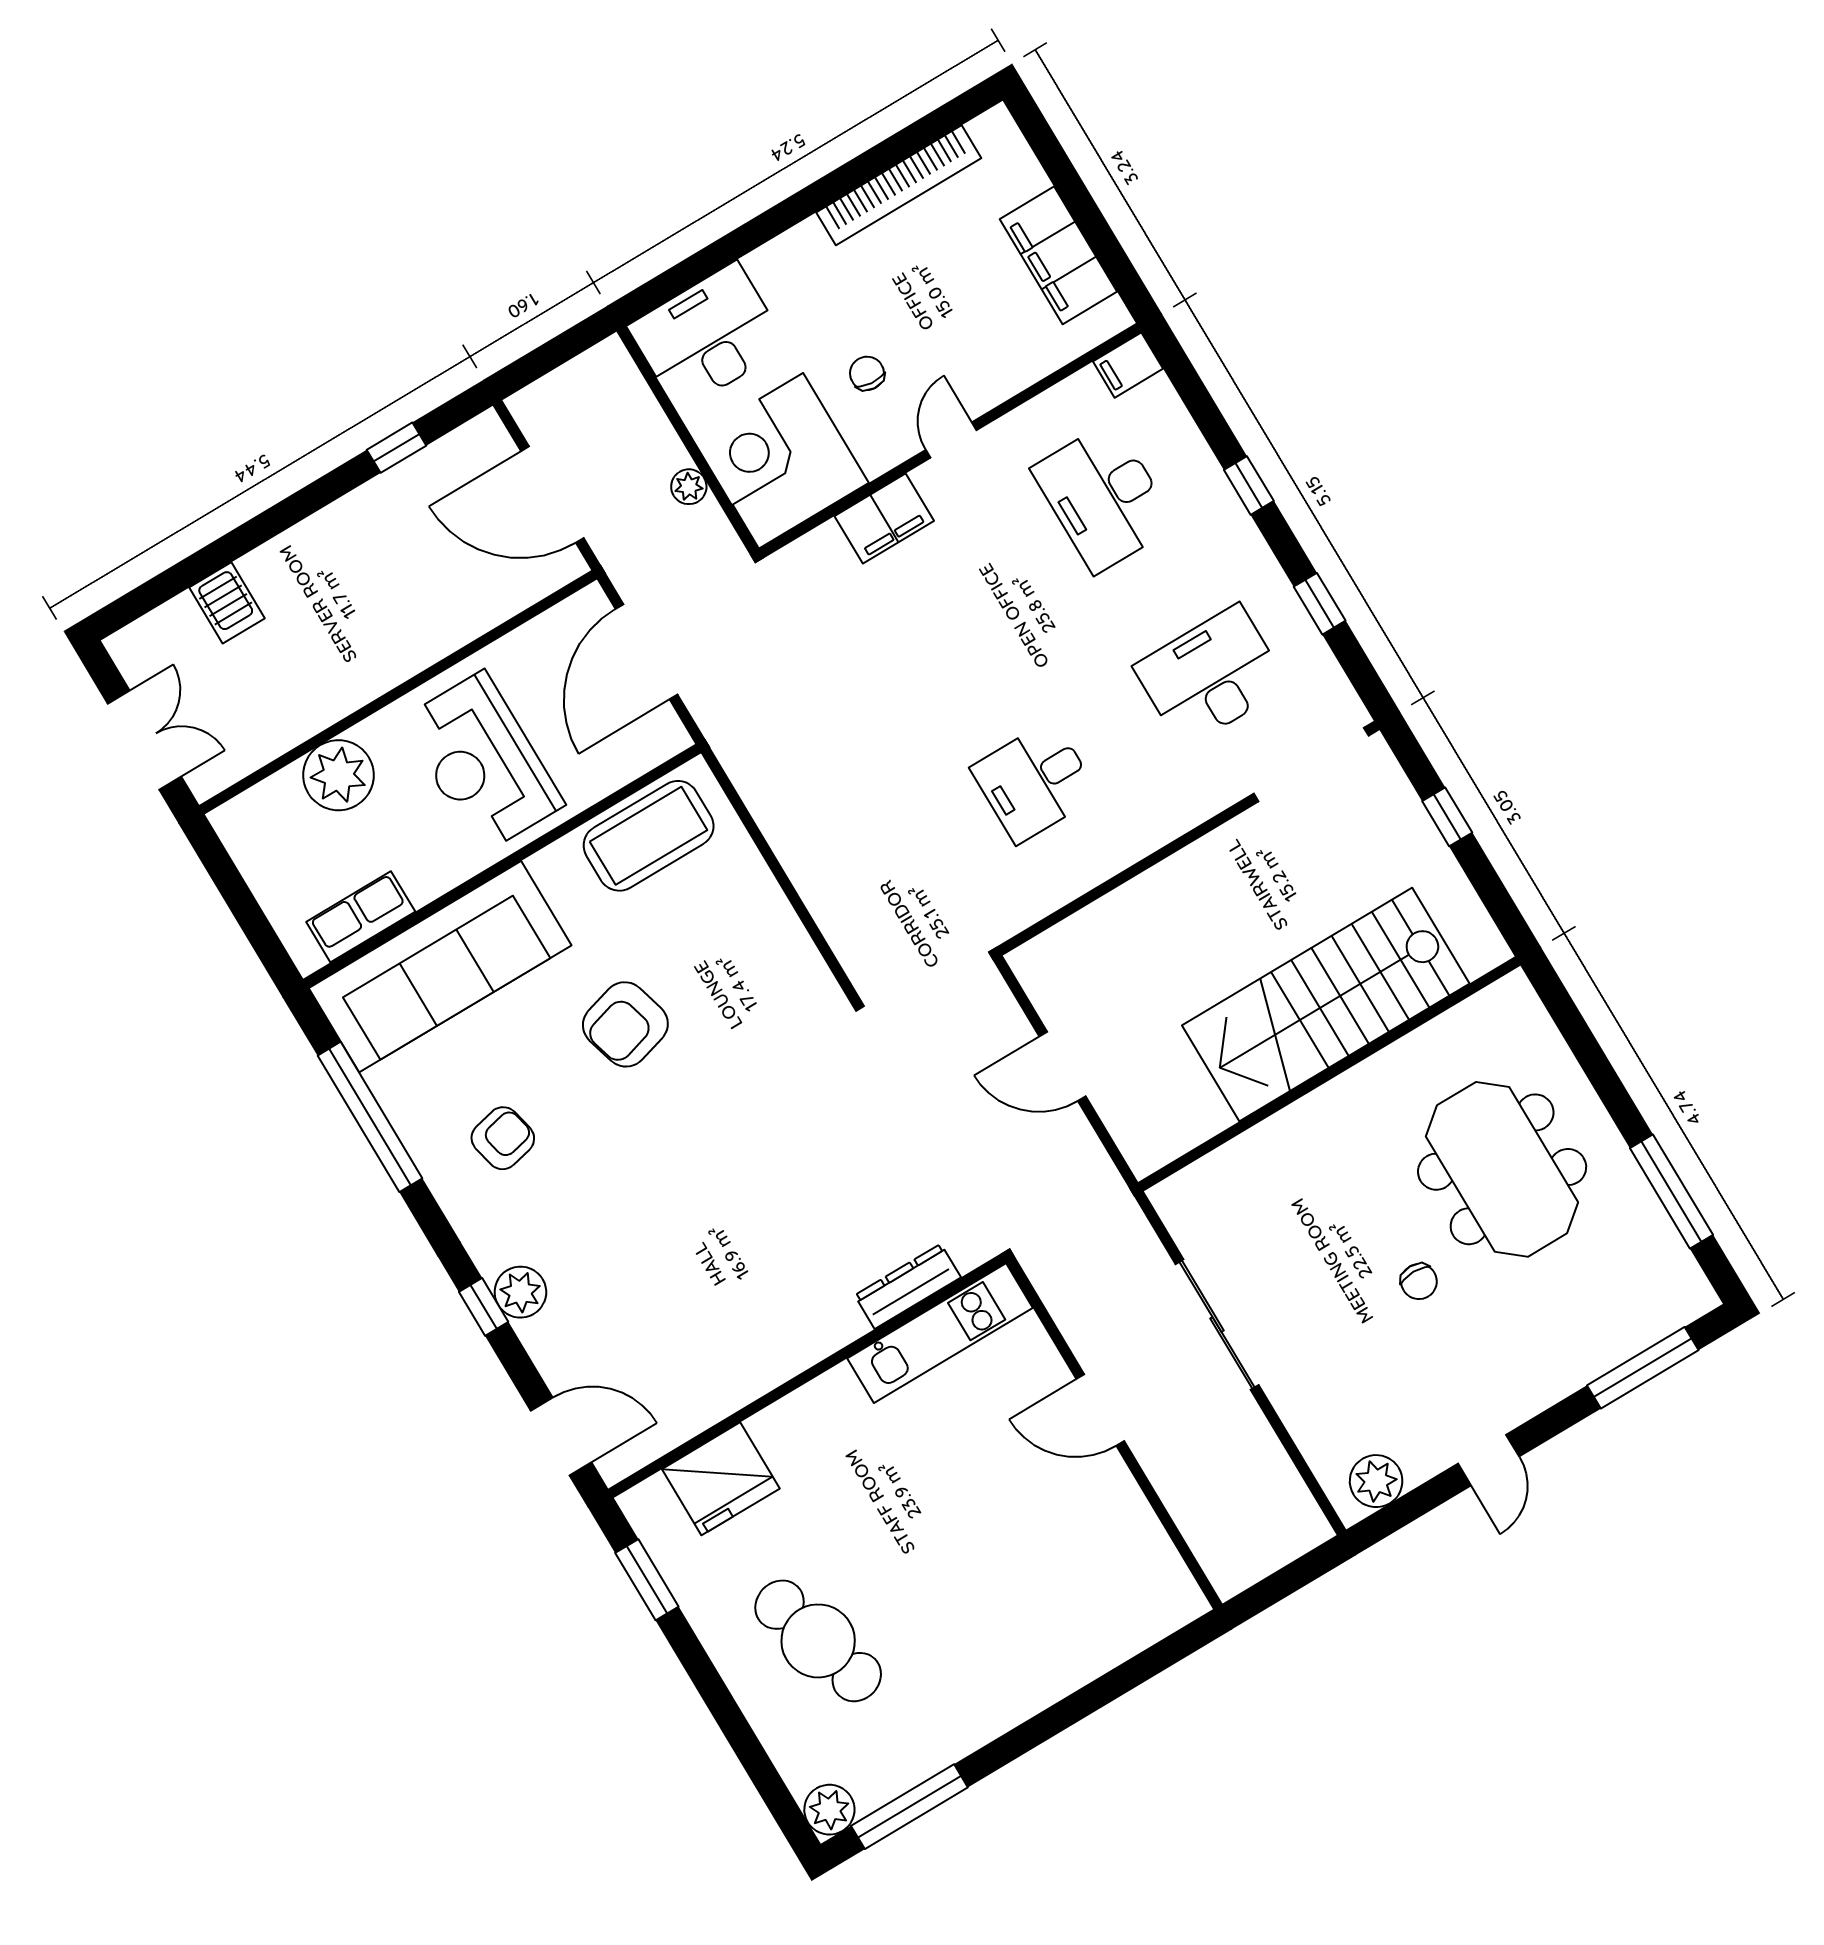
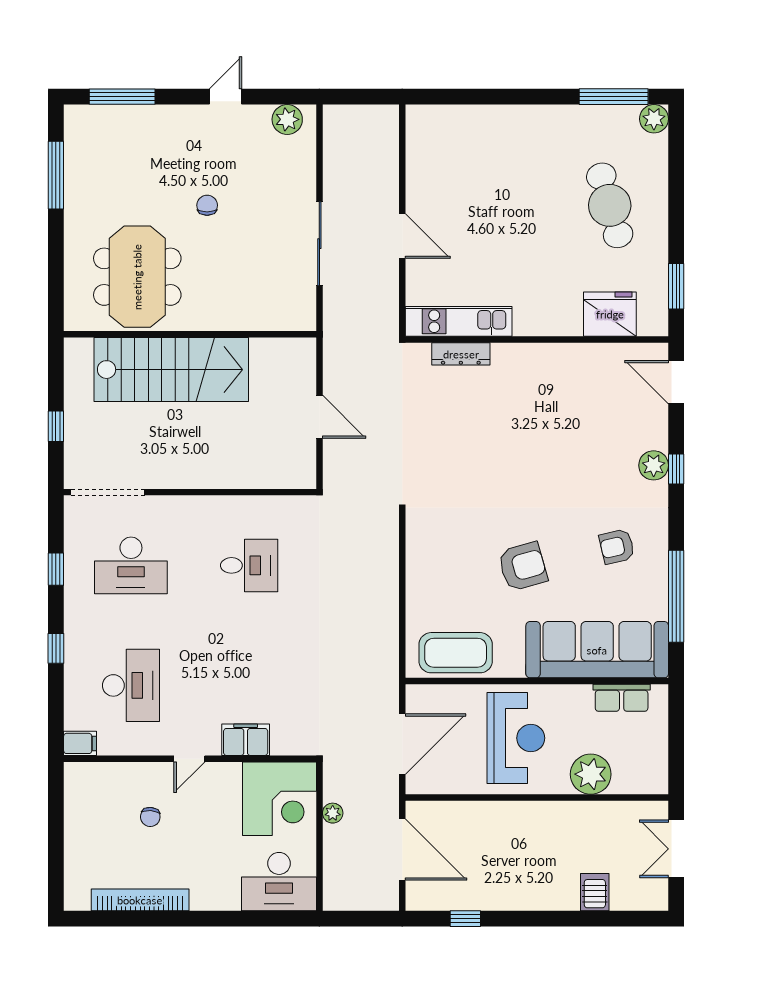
filing cabinet: (1058, 255) -> (82, 818), removed
chair: (867, 373) -> (150, 817), moved
meeting table: (1502, 1169) -> (137, 277), moved

